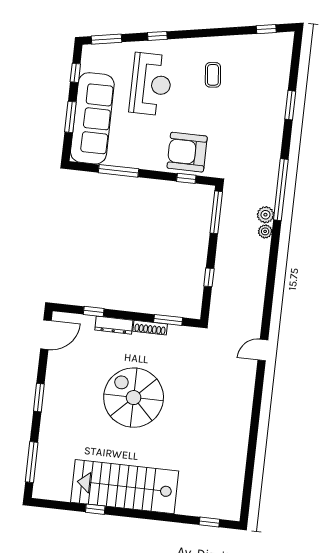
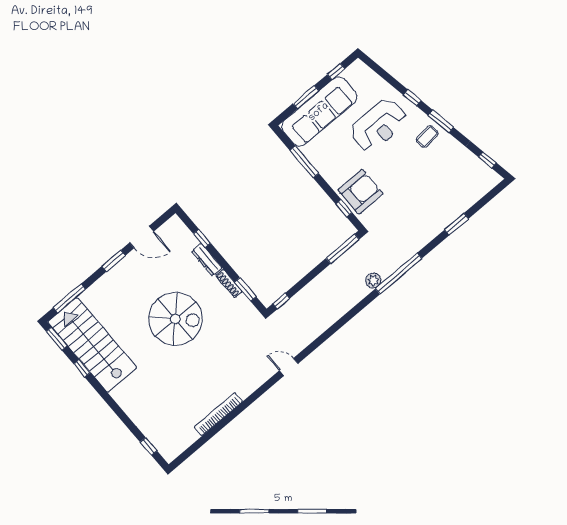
window: (106, 39) -> (441, 121), moved
coffee table: (213, 75) -> (427, 137), moved
armchair: (187, 152) -> (360, 192), turned 90
plant: (265, 231) -> (363, 291), removed
window: (209, 277) -> (281, 301), moved
door: (46, 335) -> (142, 237), moved
spiral stairs: (134, 398) -> (175, 319), turned 90
bookcase: (242, 442) -> (218, 414), added
stairs: (125, 487) -> (92, 345), moved
window: (52, 504) -> (57, 339), added

